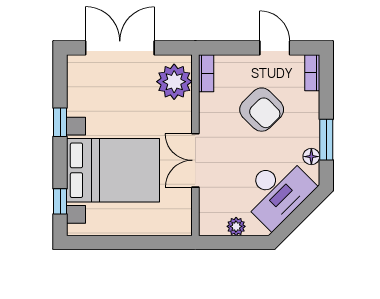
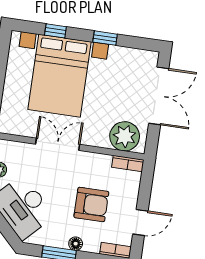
armchair: (262, 110) -> (91, 204), turned -135
floor lamp: (311, 157) -> (76, 244), moved
window: (60, 201) -> (55, 31), moved

